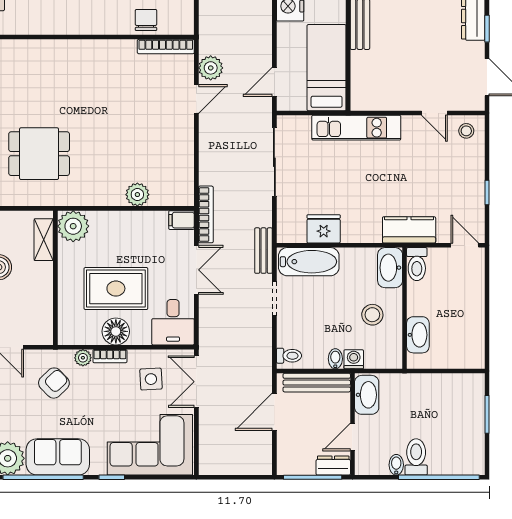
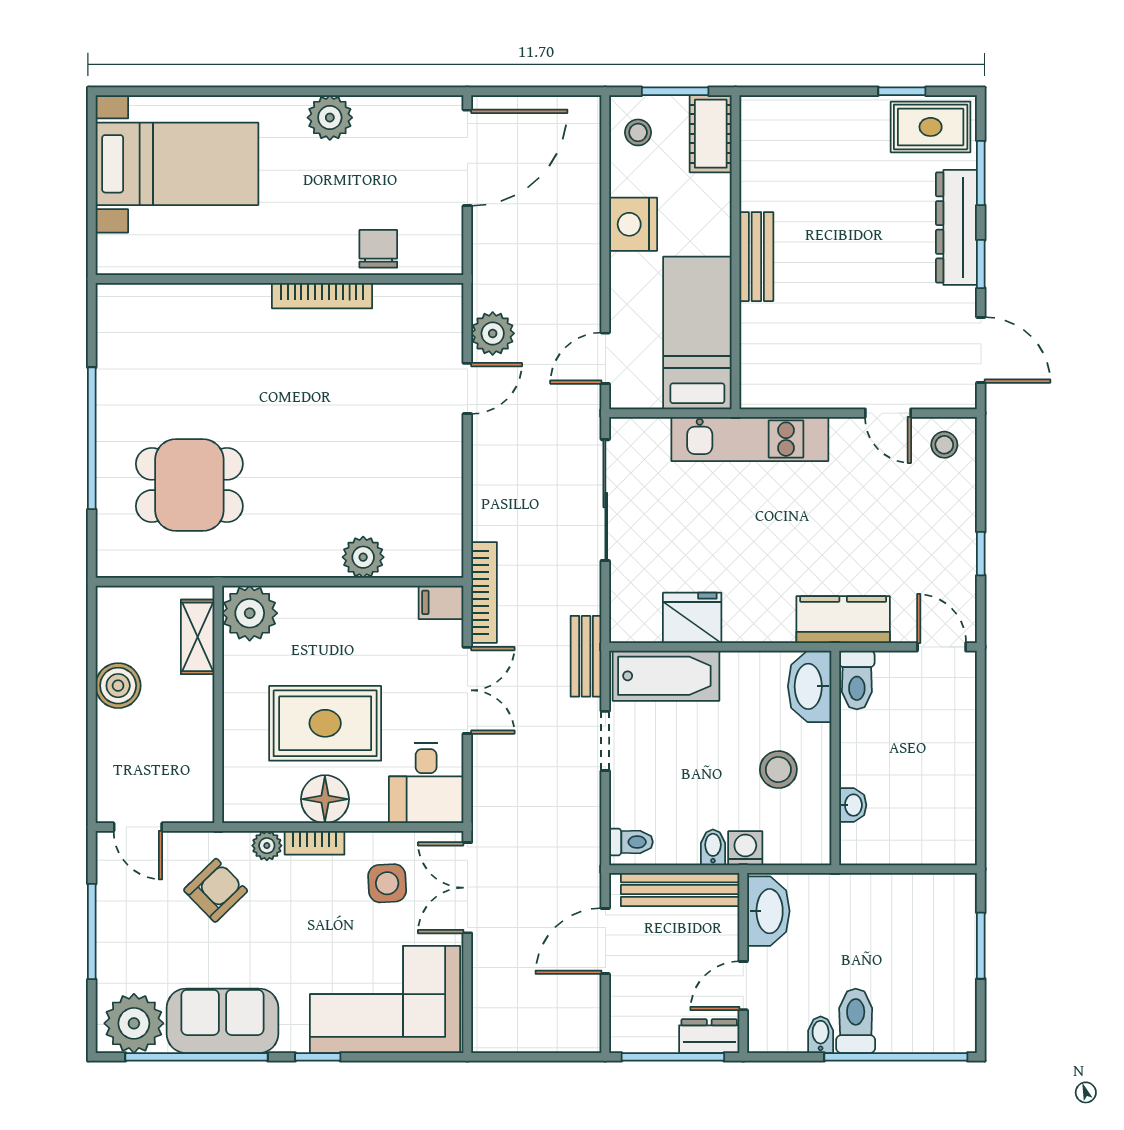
bookcase: (166, 47) -> (322, 296), moved
washbasin: (418, 335) -> (853, 805), width x0.52, depth x0.69

